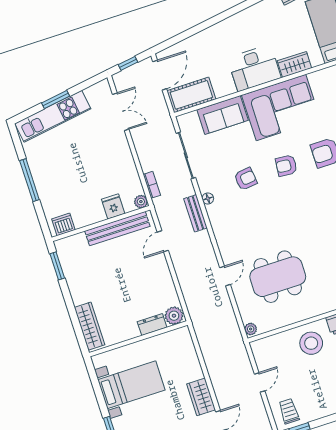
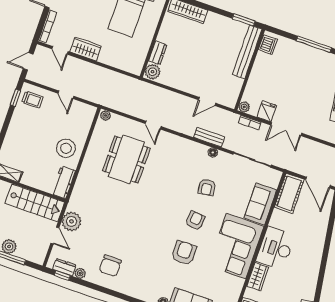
double door: (121, 112) -> (286, 129), moved
fridge: (113, 206) -> (267, 111), moved, turned -90
bench: (117, 229) -> (247, 52), moved
door: (163, 241) -> (207, 102), swing flipped

